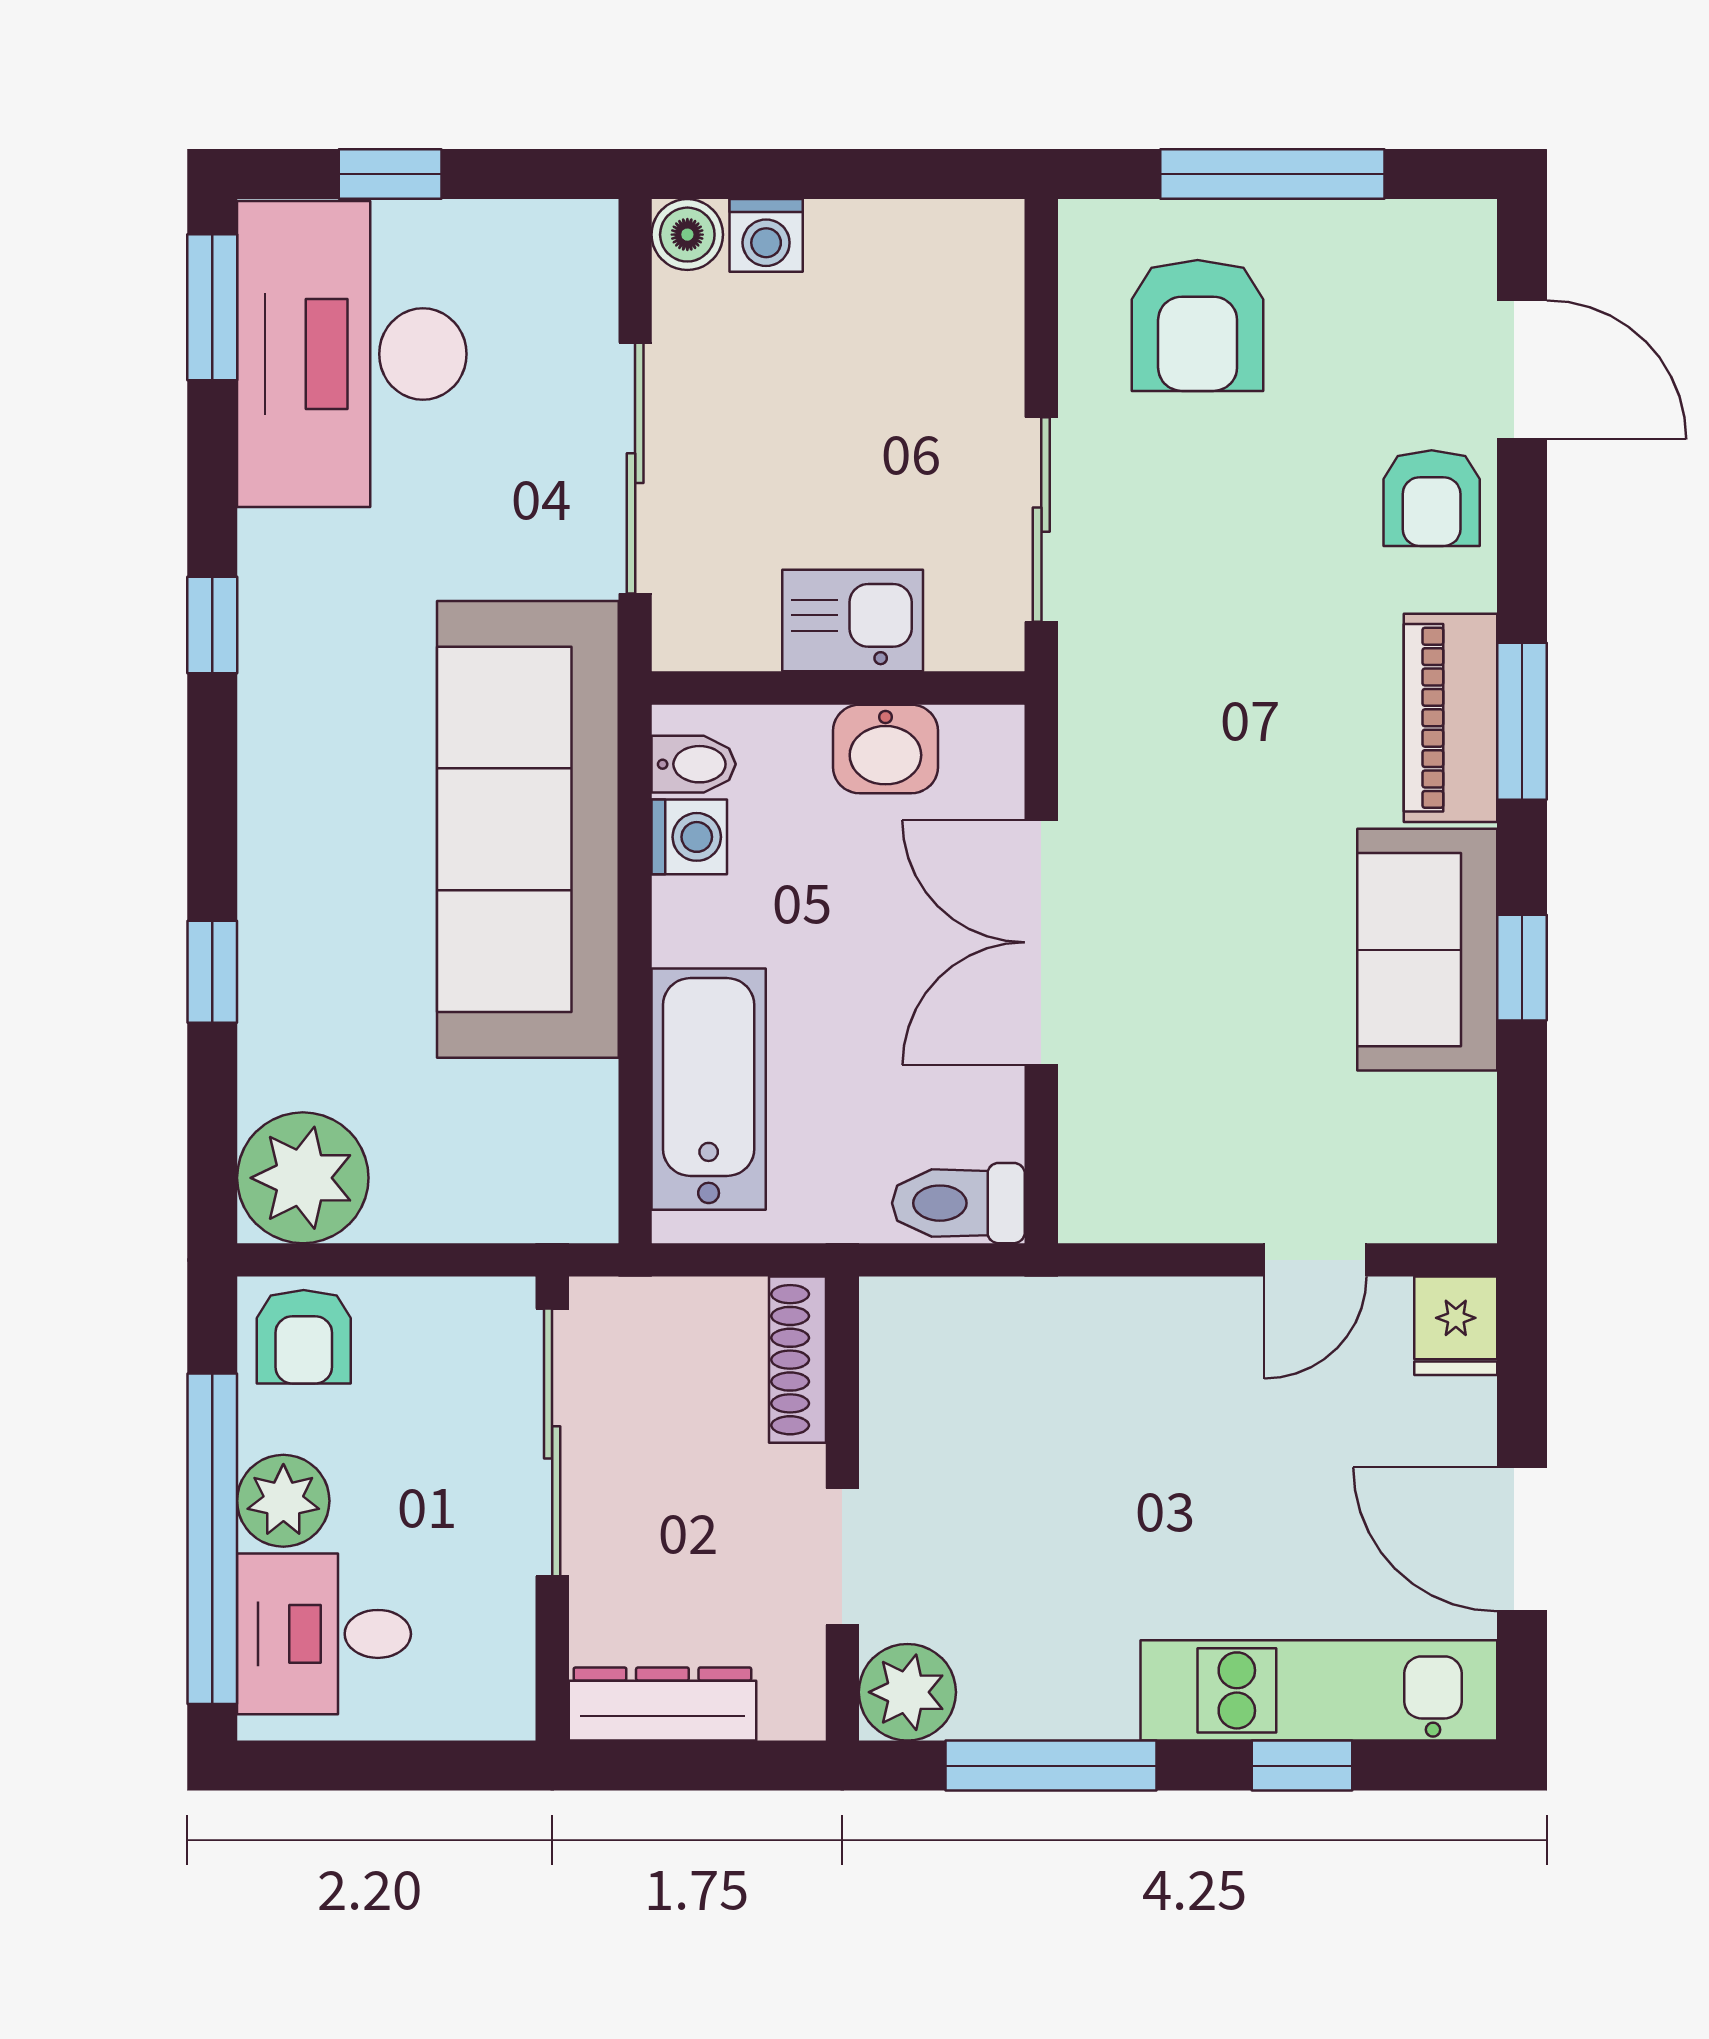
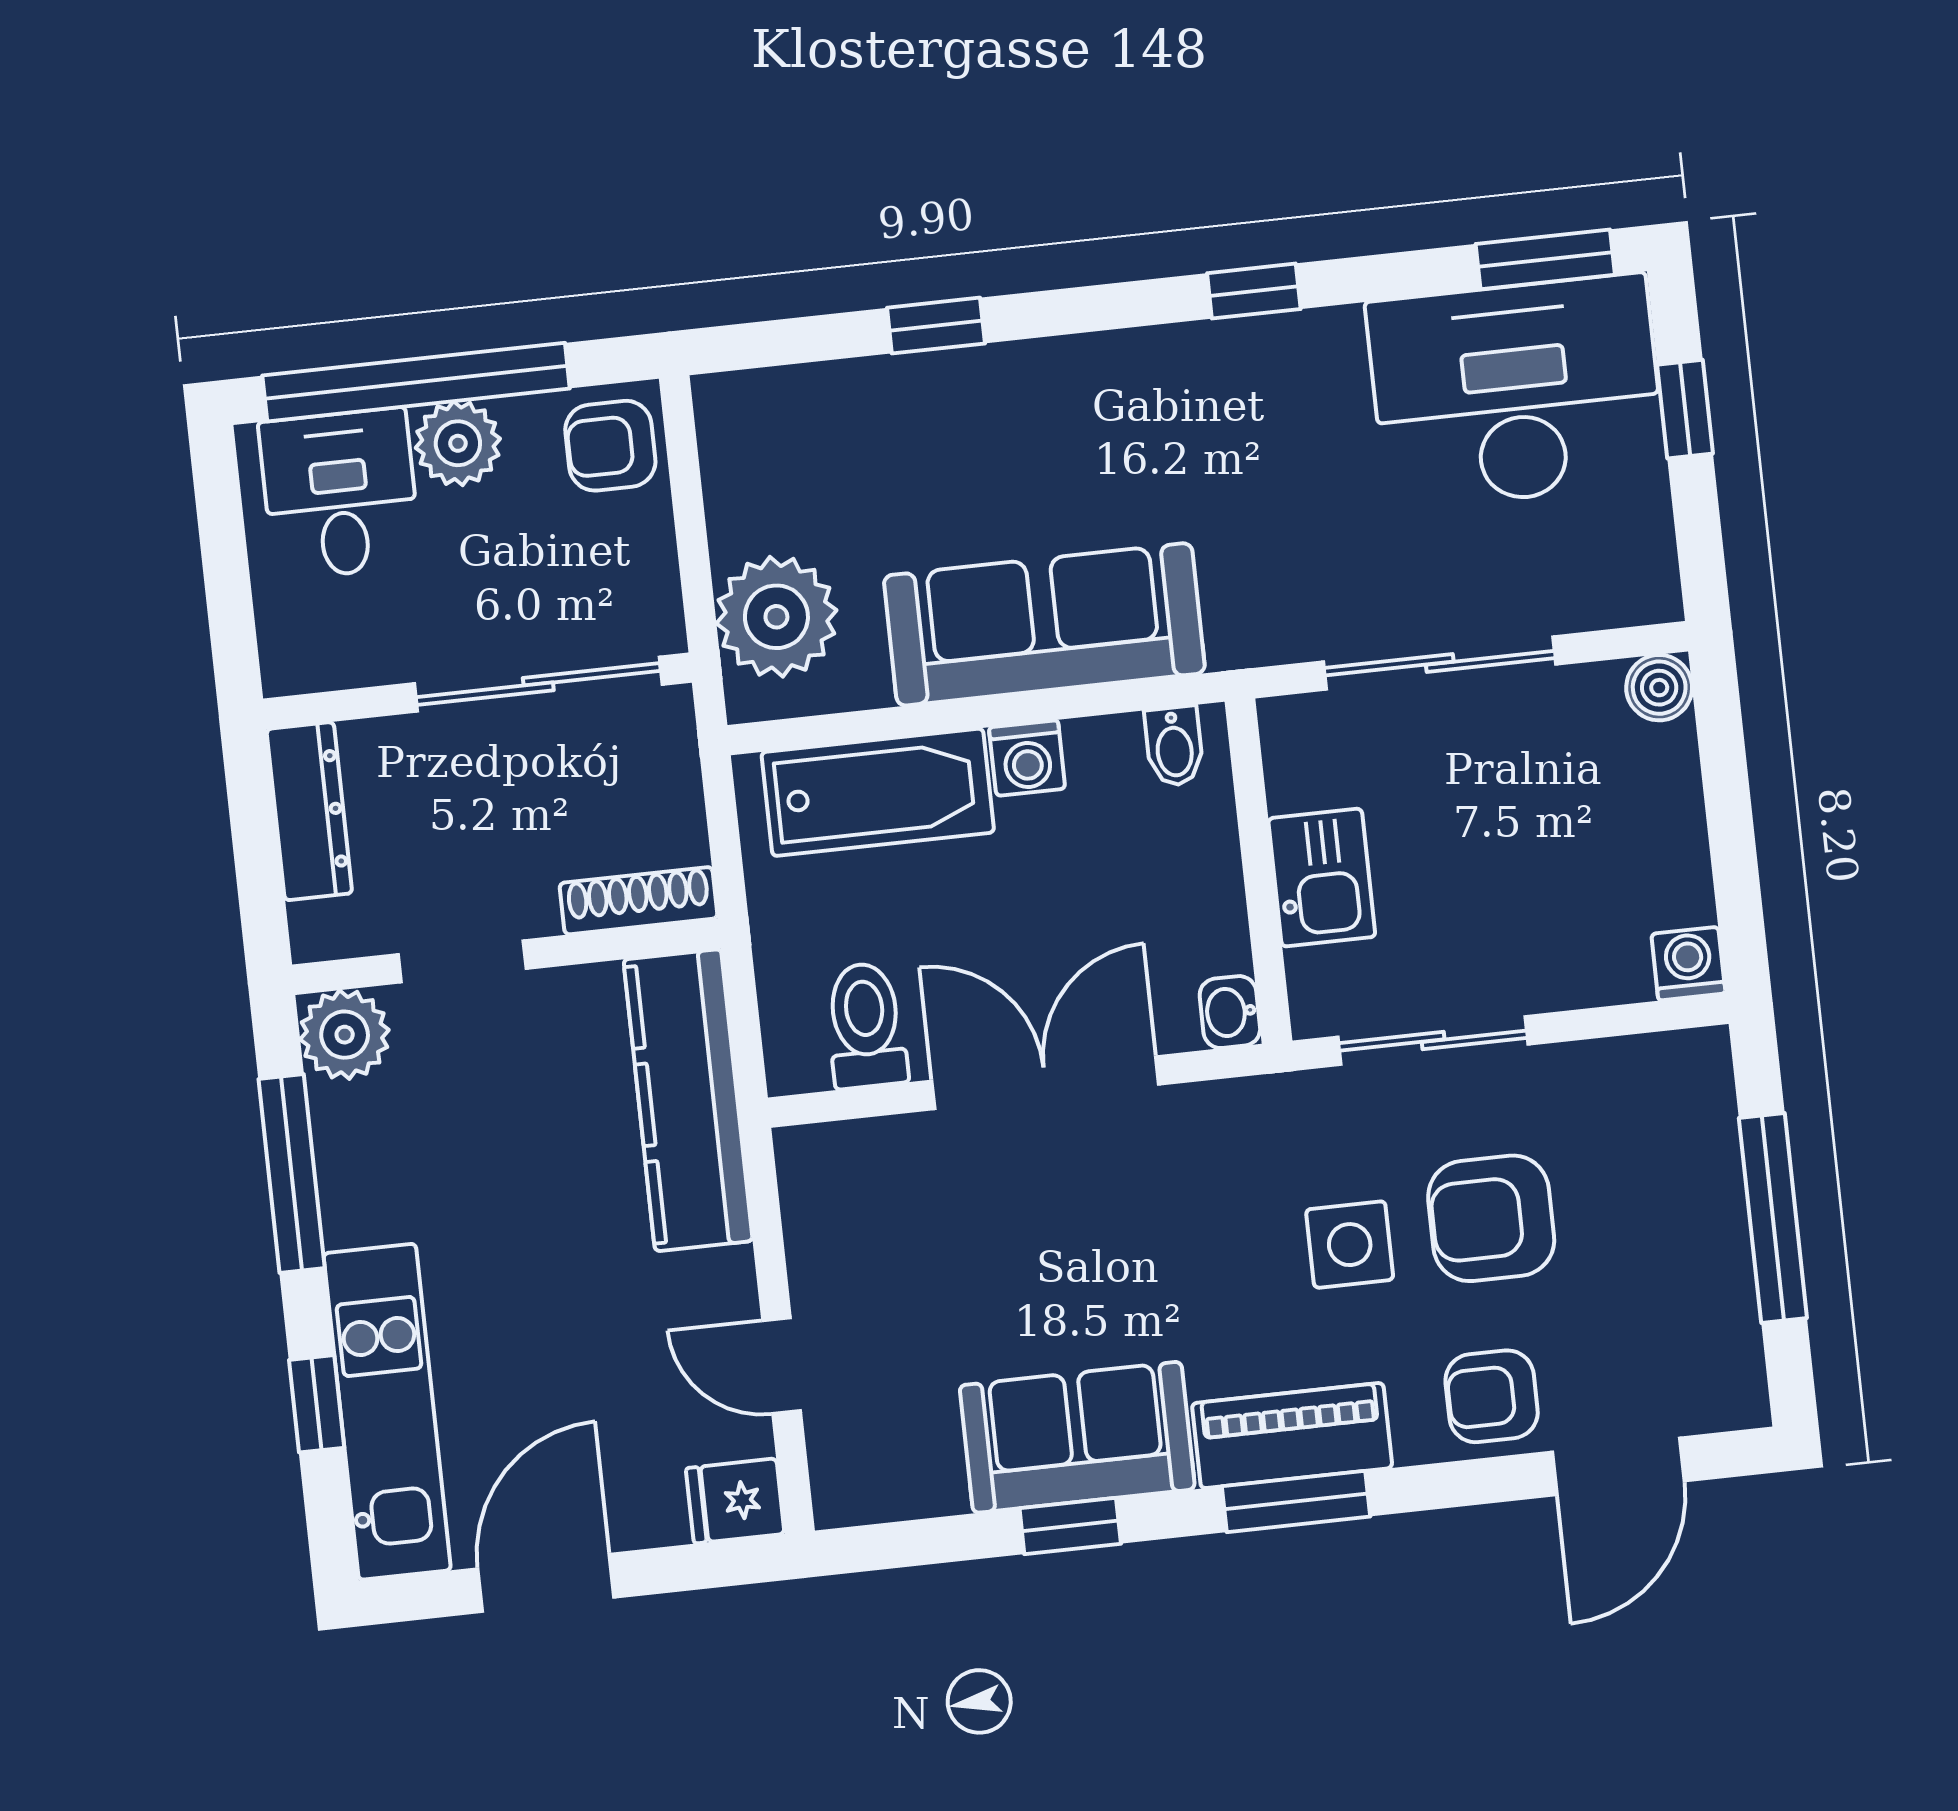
washing machine: (766, 235) -> (1688, 964), moved, turned 90
armchair: (1198, 325) -> (1491, 1218), moved
side table: (1251, 633) -> (1350, 1245), added
washbasin: (885, 749) -> (1230, 1012), moved, width x0.72, depth x0.69
sofa: (528, 829) -> (1044, 624), width x0.74, depth x0.79
washing machine: (689, 837) -> (1027, 758), moved
plant: (303, 1178) -> (776, 617), moved
toilet: (958, 1203) -> (866, 1025), moved
kitchen counter: (1018, 1330) -> (688, 1100), added

